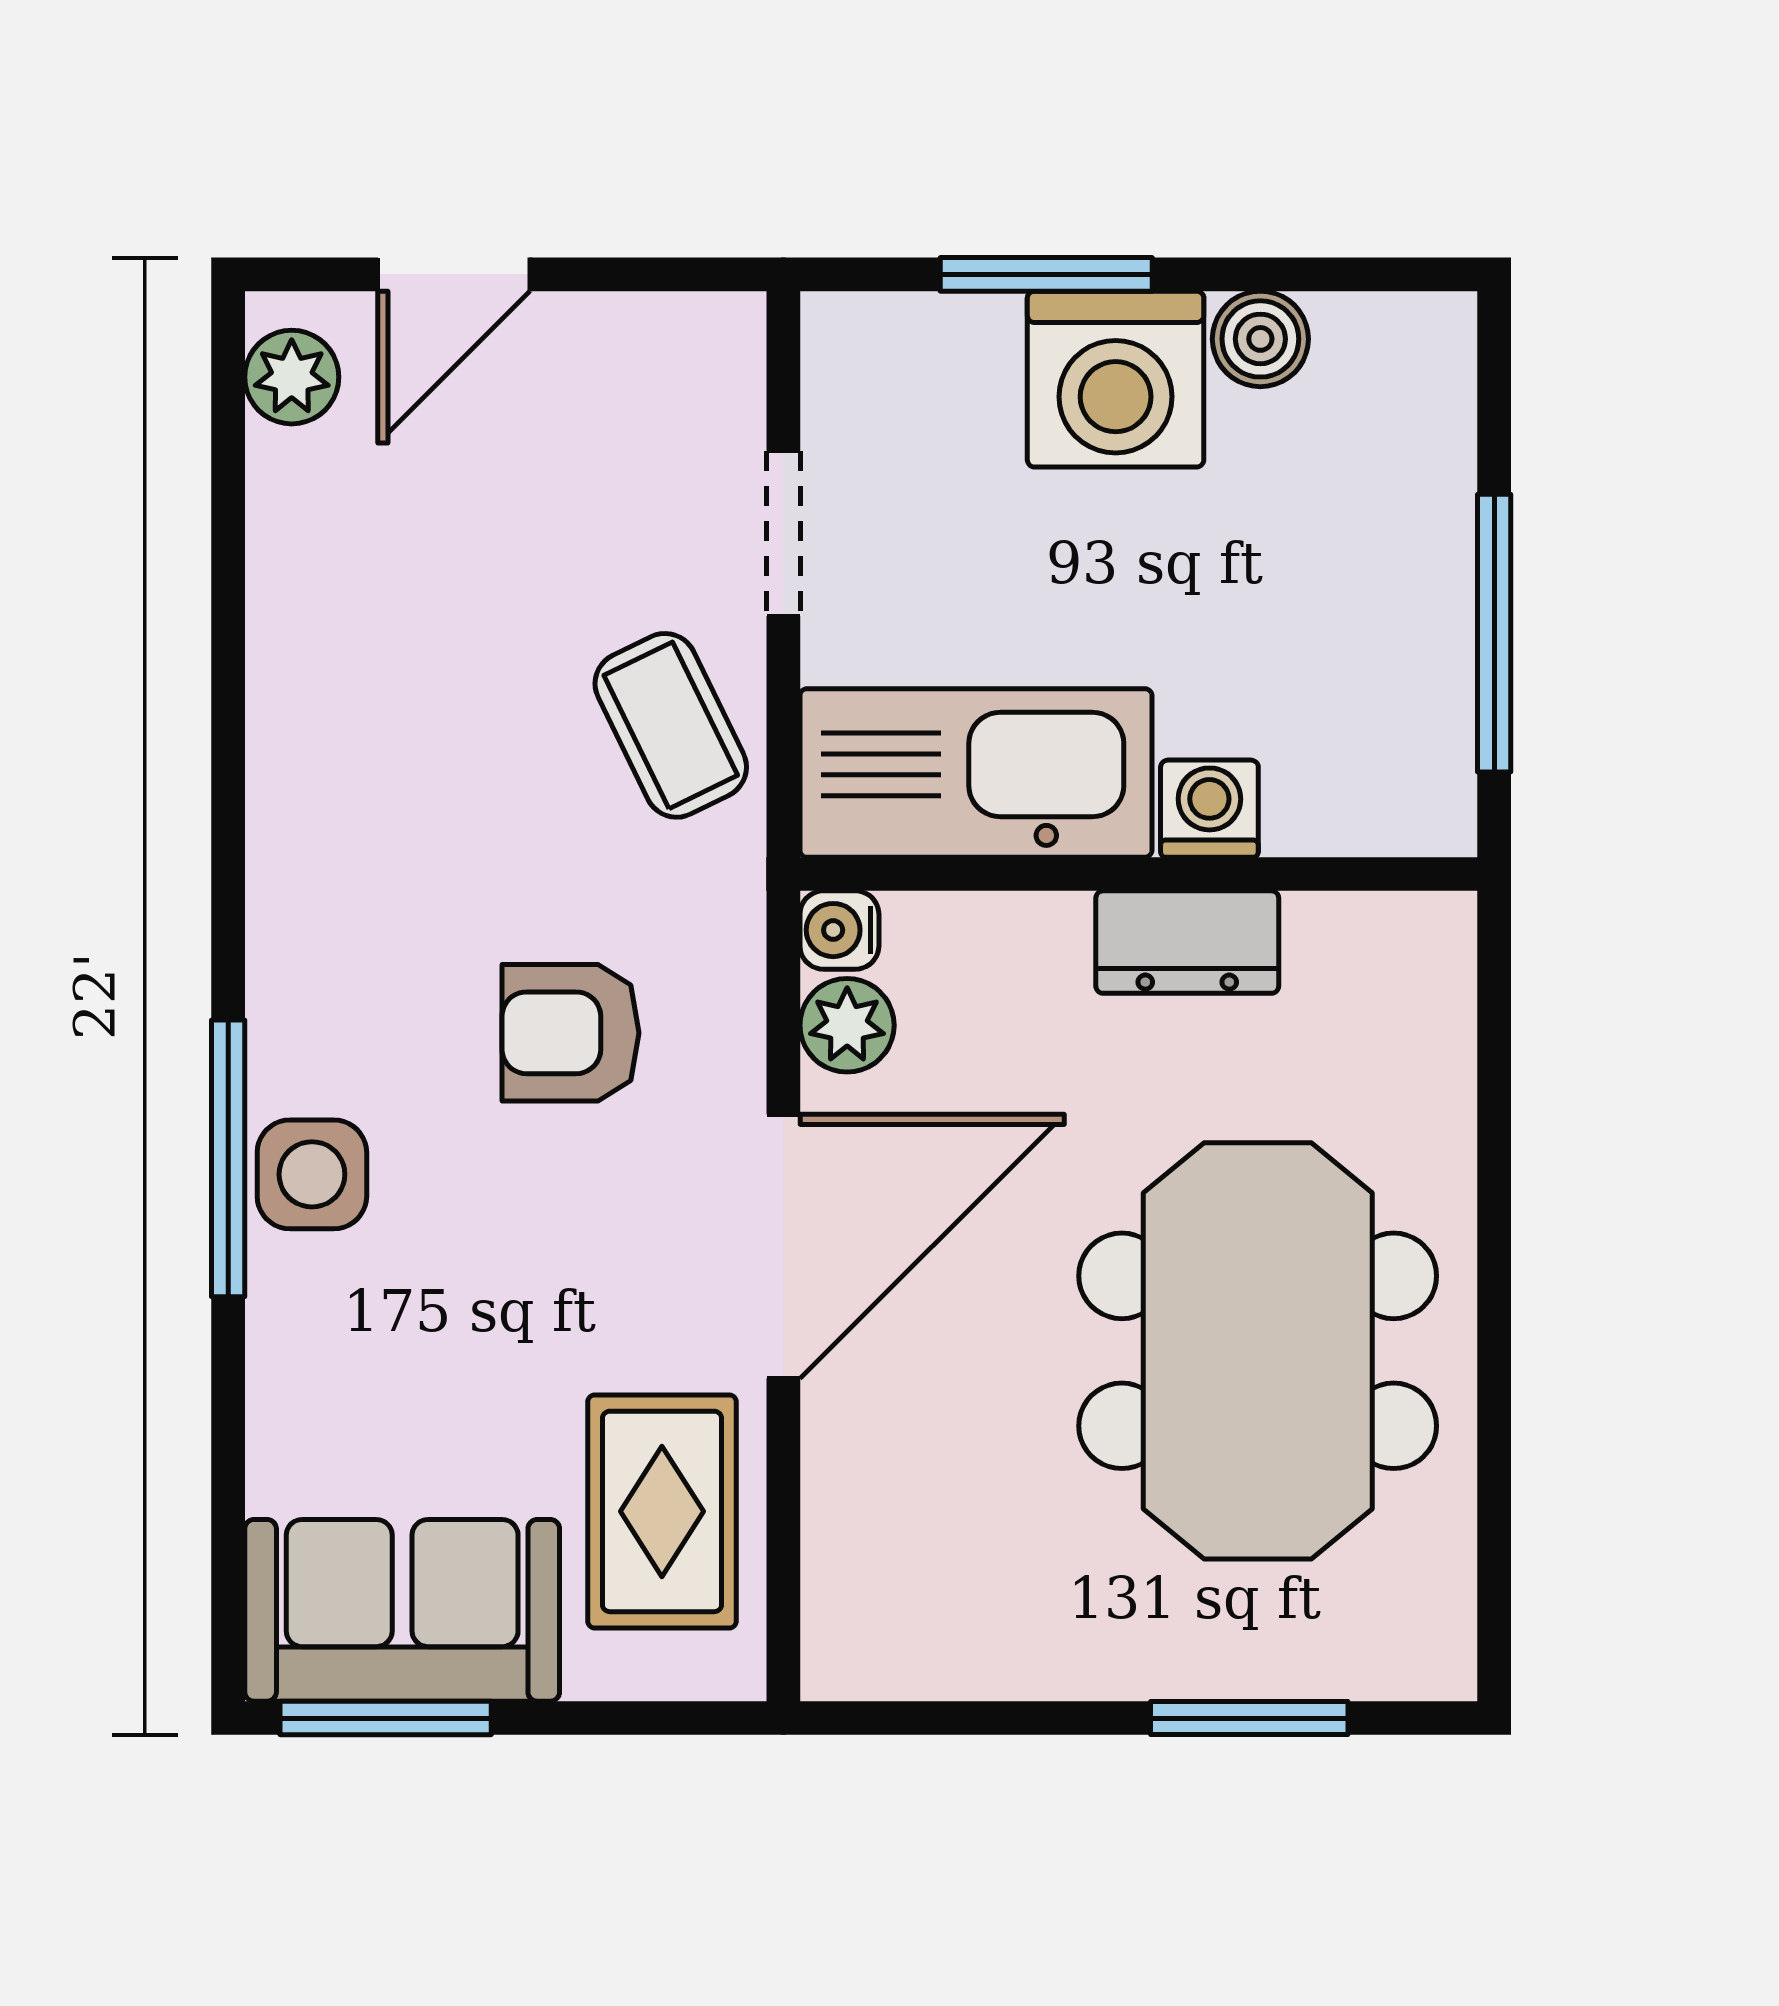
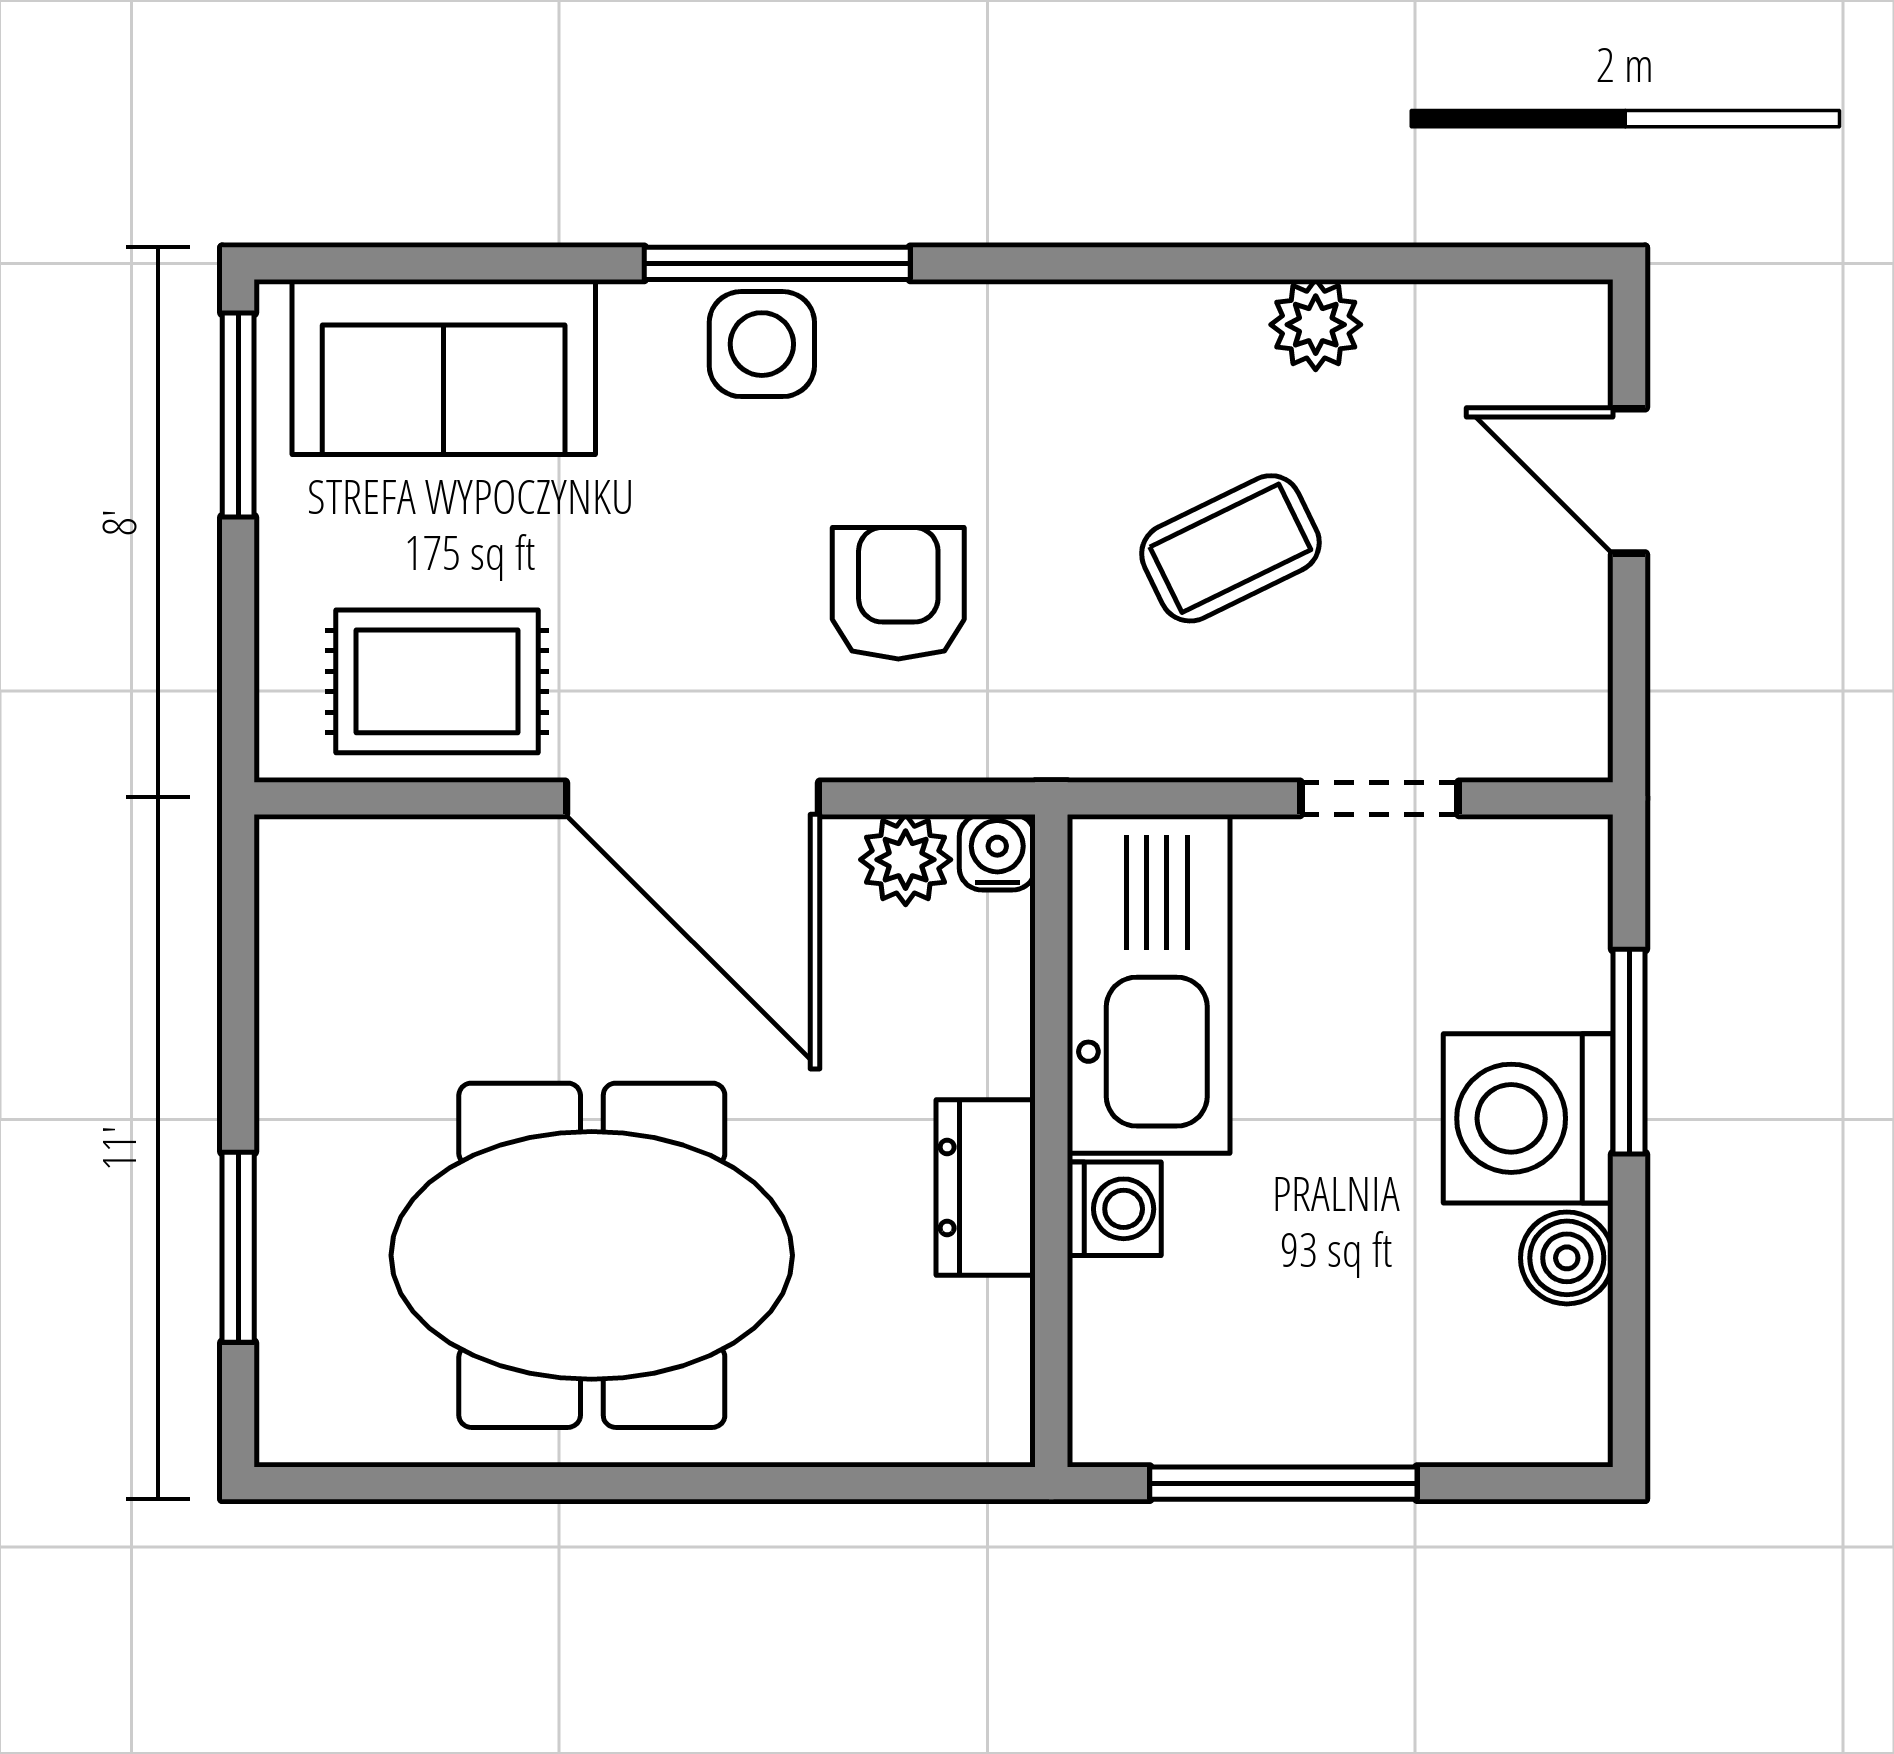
plant: (292, 377) -> (1316, 325), moved
coffee table: (671, 725) -> (1230, 548), moved
sofa: (402, 1610) -> (444, 367), moved, turned 90

